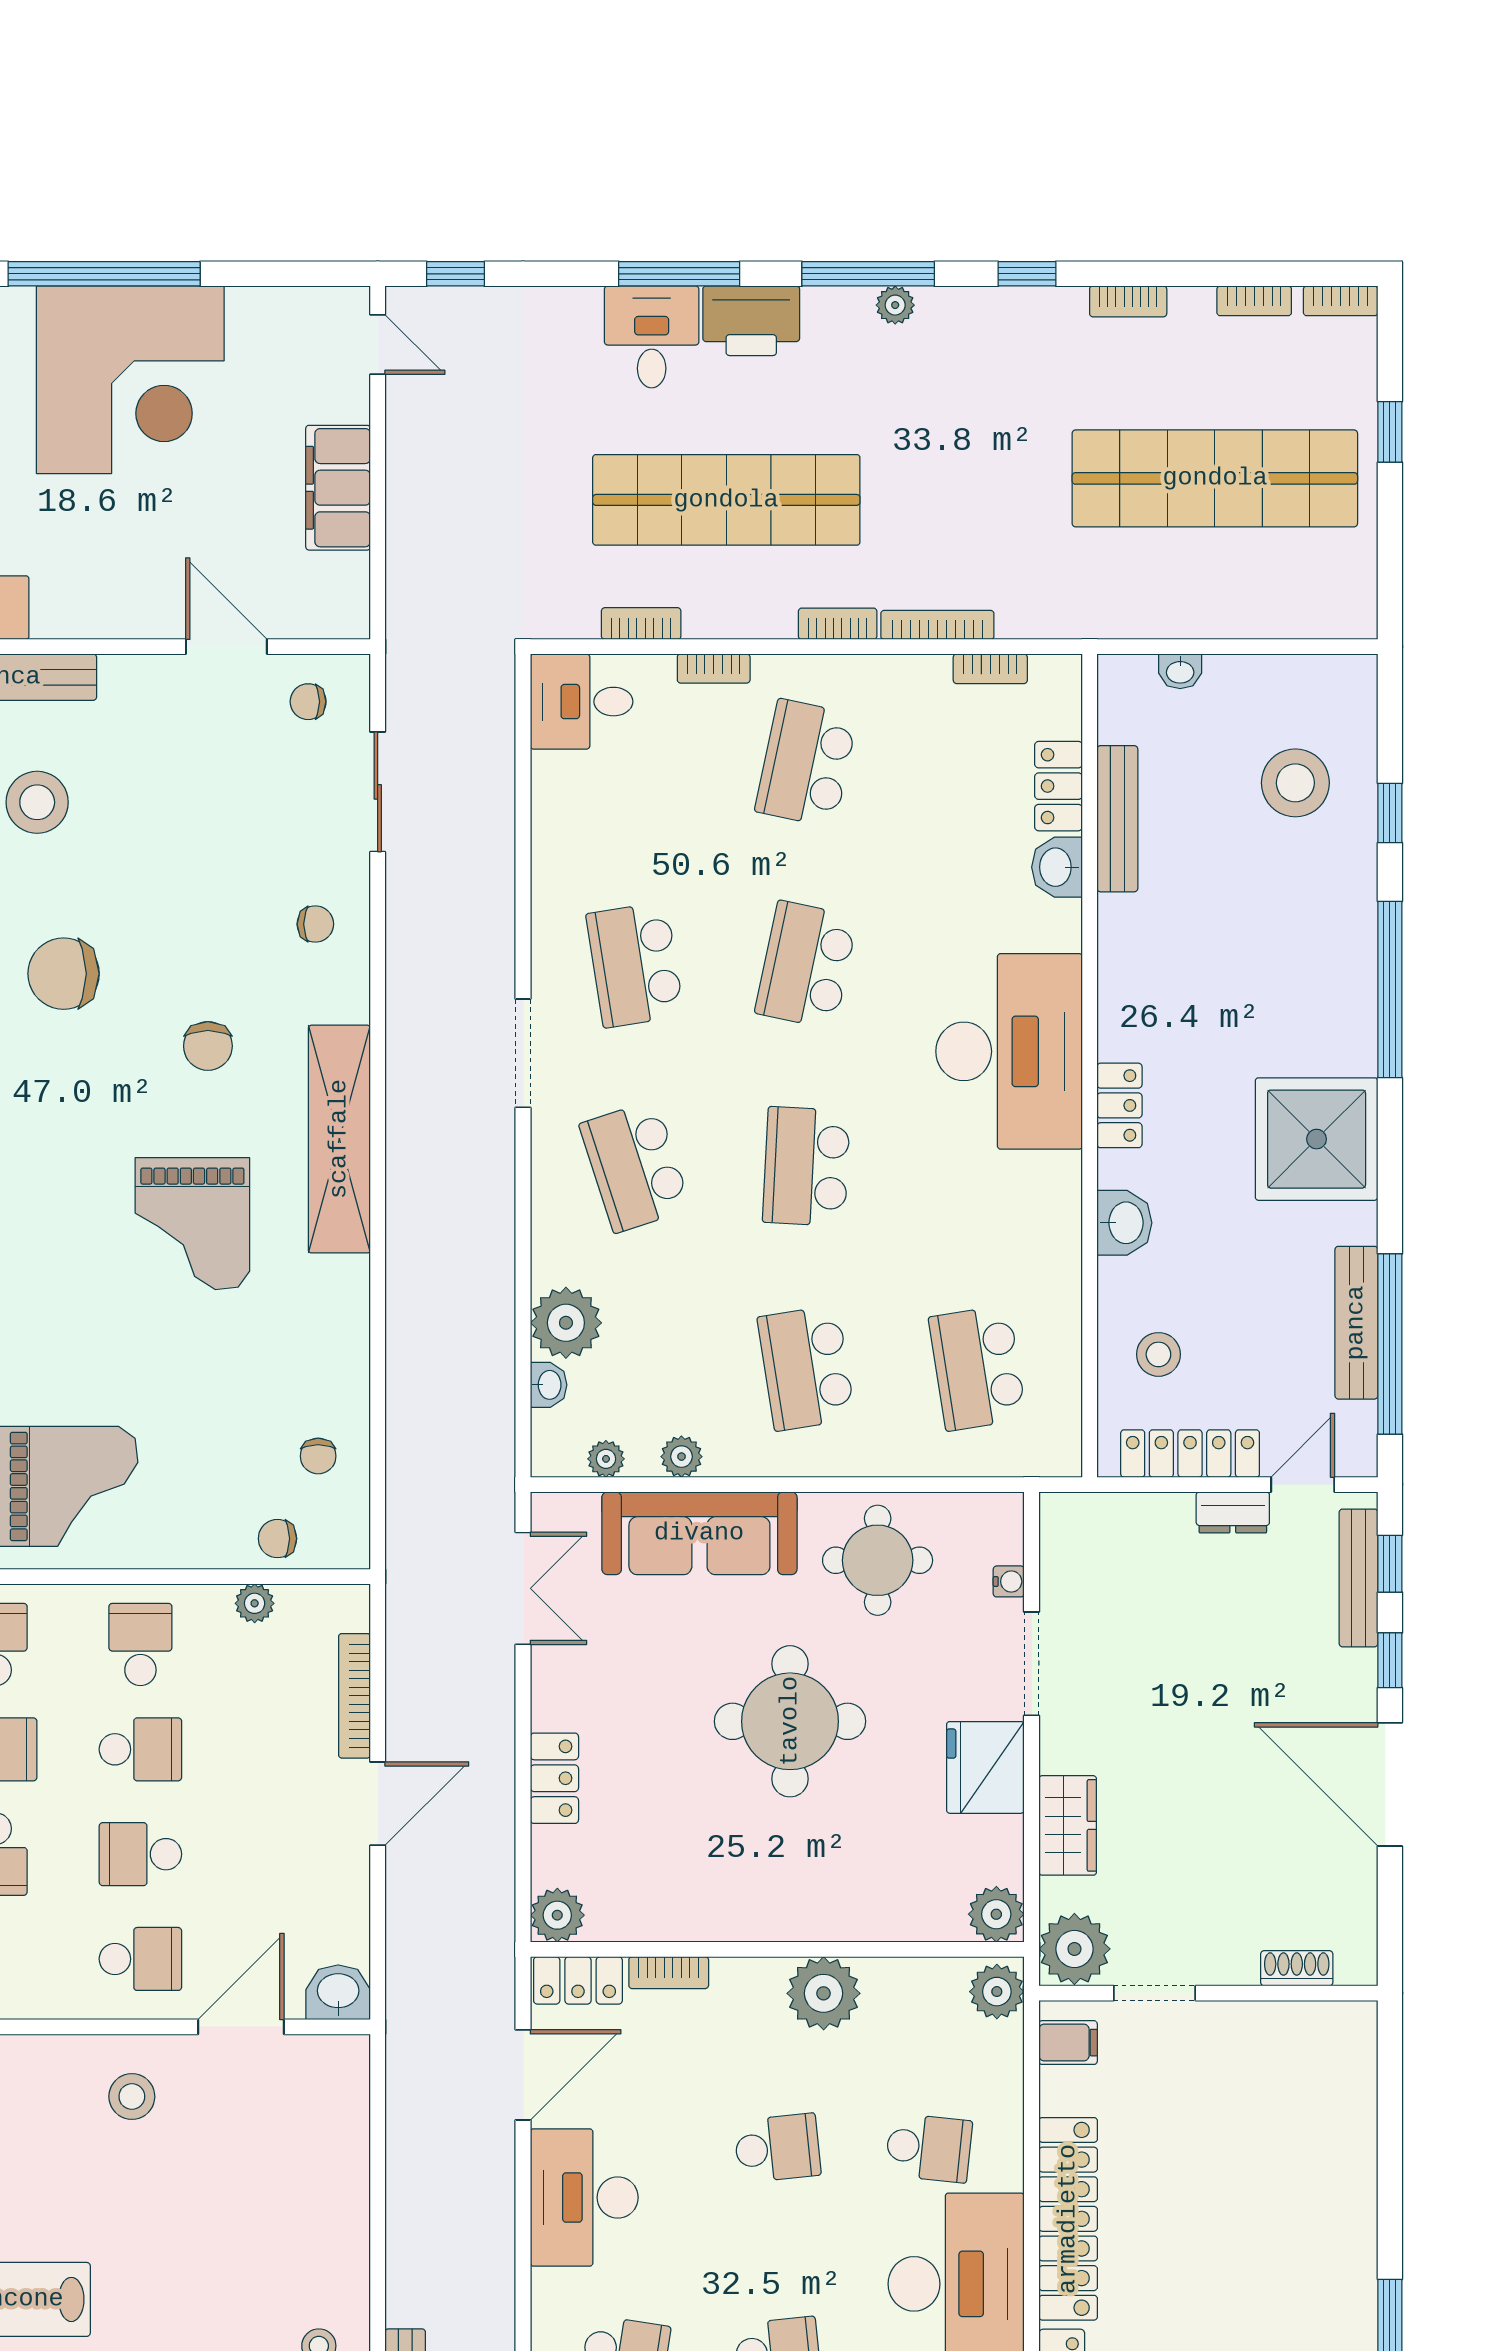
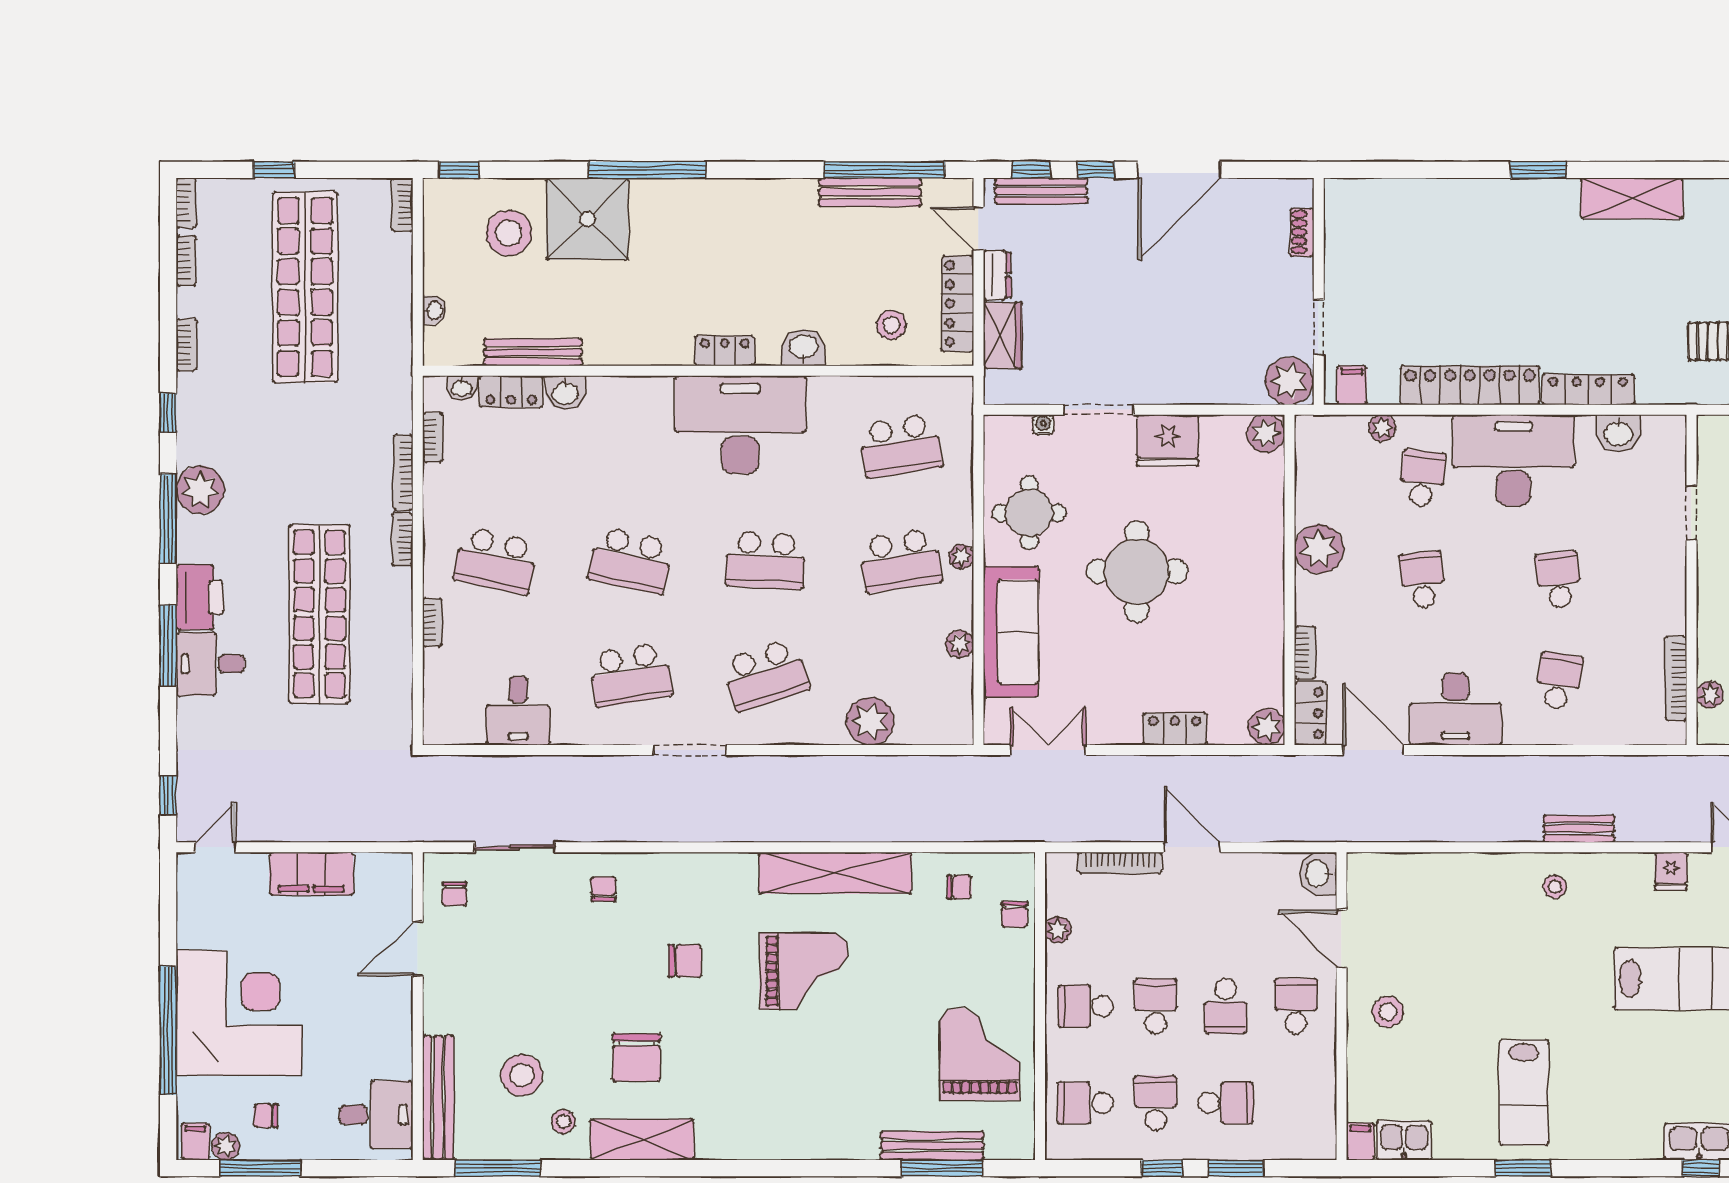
plant: (895, 305) -> (200, 490), width x1.87, depth x1.87
bookcase: (641, 624) -> (402, 205), moved
desk: (582, 702) -> (518, 711), moved
window: (1390, 813) -> (459, 170), moved
desk: (1009, 1051) -> (740, 425), moved
shelving: (339, 1139) -> (835, 873), moved
shower: (1317, 1139) -> (587, 219), moved
washbasin: (549, 1385) -> (462, 388), moved, turned 180
plant: (606, 1459) -> (961, 557), moved
wardrobe: (1068, 1825) -> (1003, 335), moved, turned 90
plant: (997, 1992) -> (1382, 428), moved, width x0.73, depth x0.73

